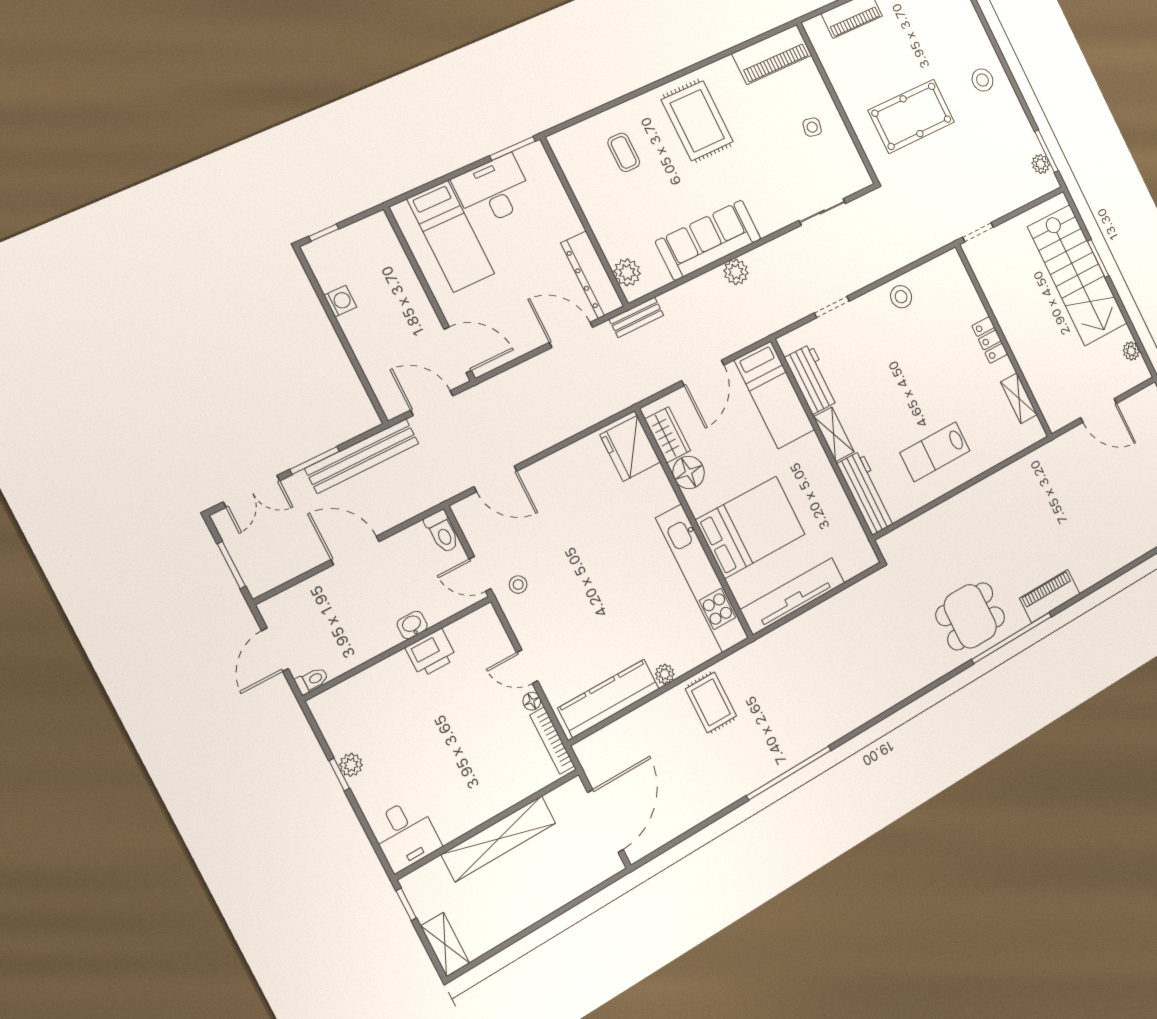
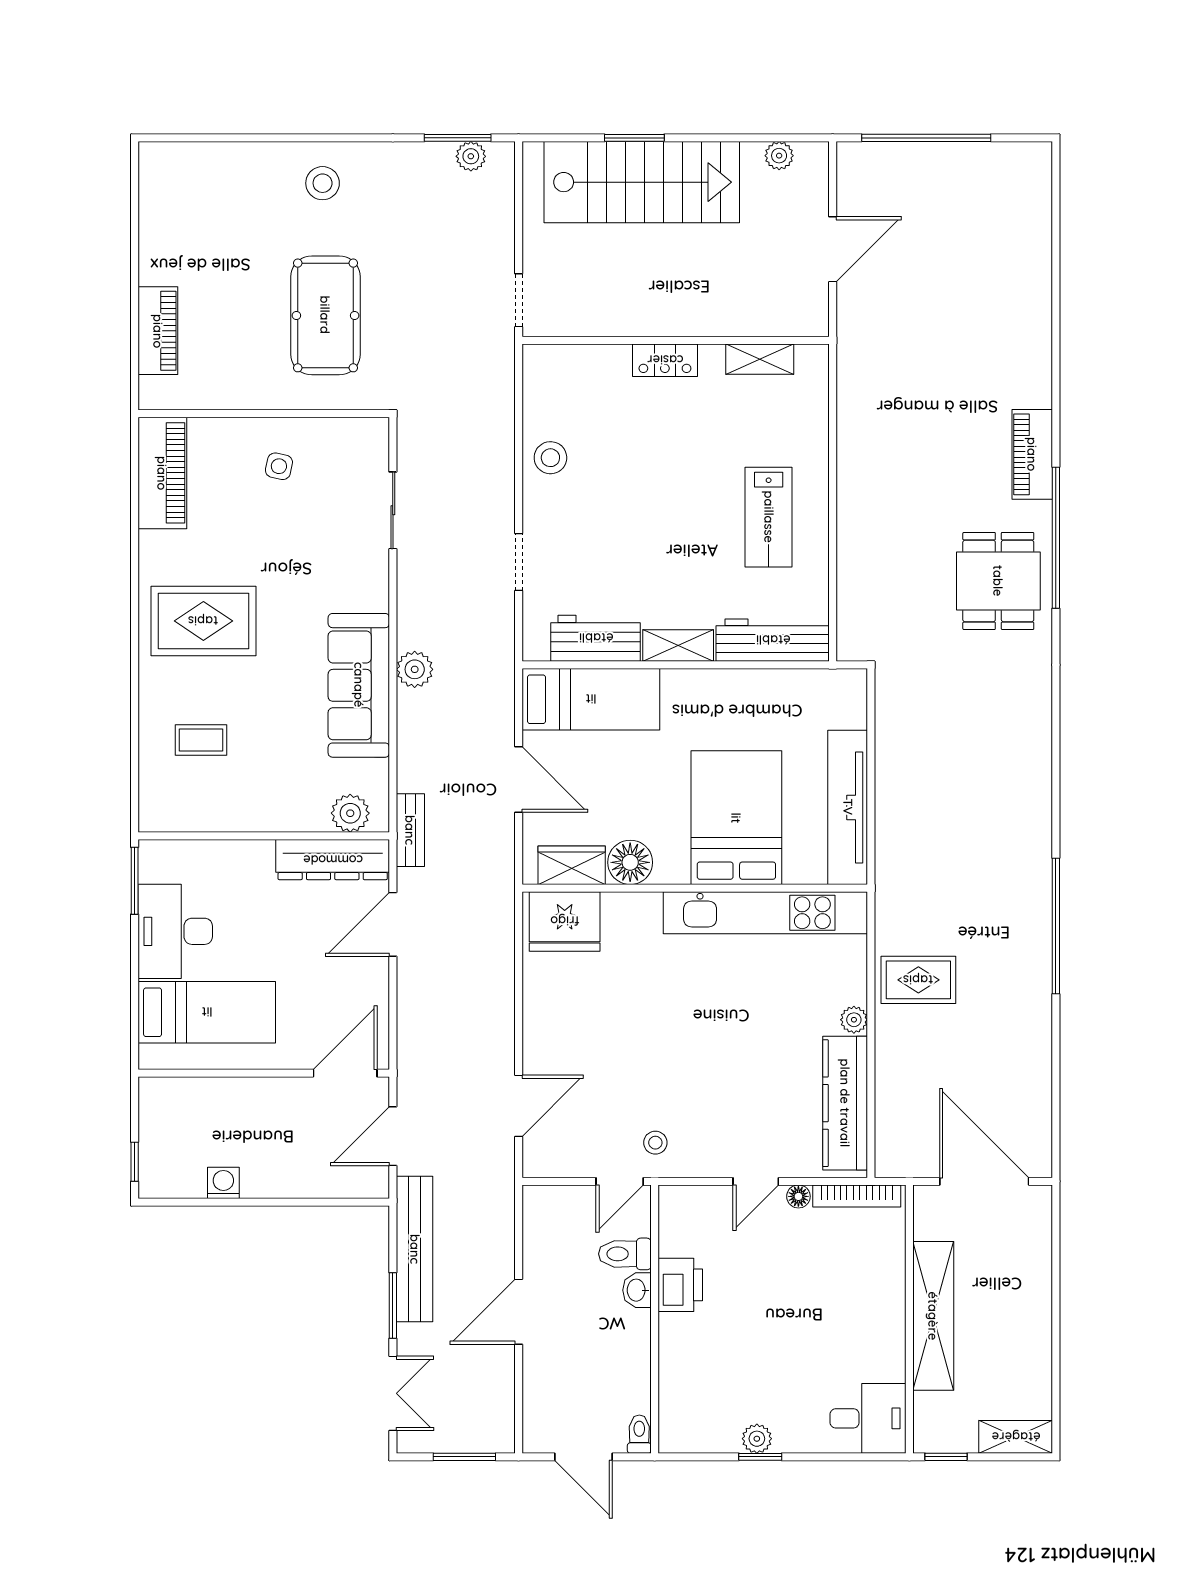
toilet: (442, 532) -> (625, 1254), moved, turned 180

